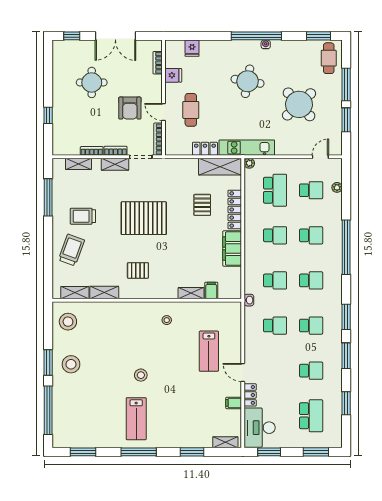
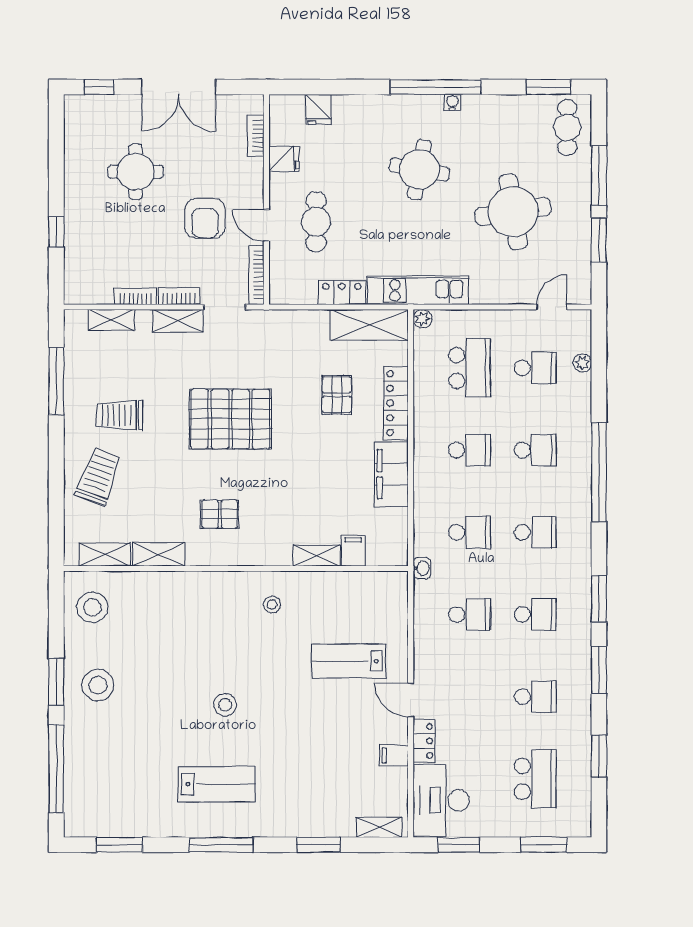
round table: (299, 104) -> (513, 212), turned 34
lab bench: (209, 351) -> (349, 661), turned 90
lab bench: (136, 419) -> (217, 784), turned -90

